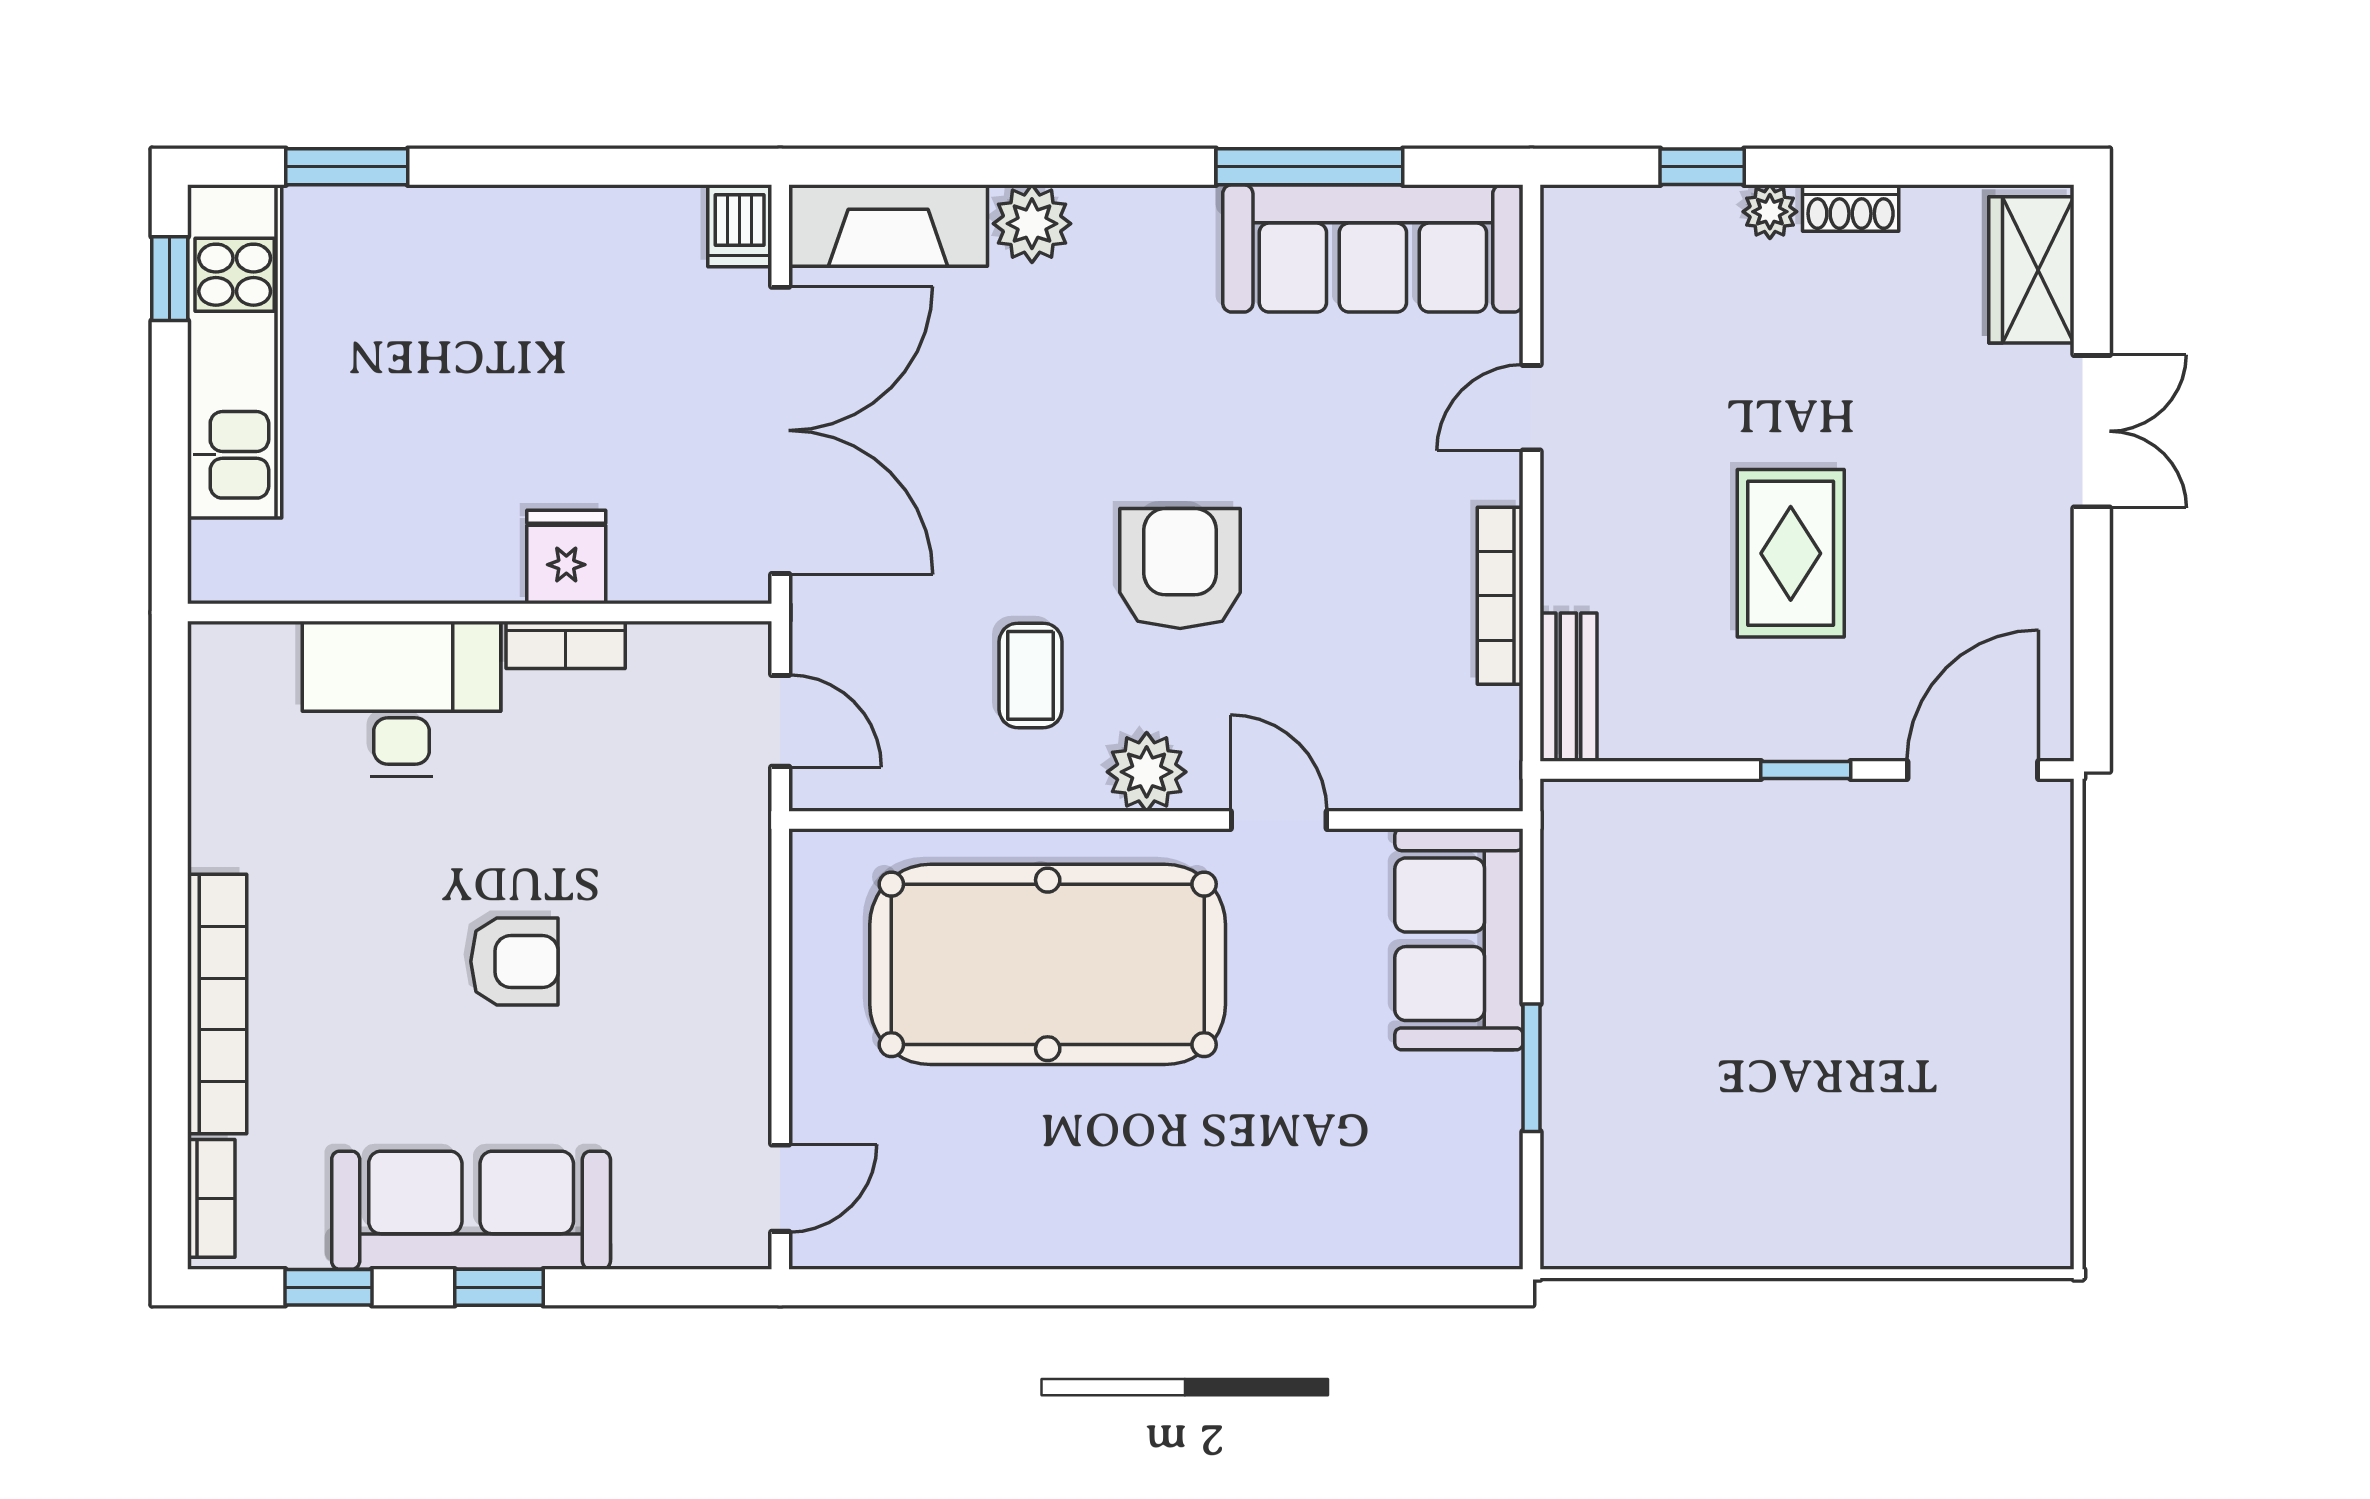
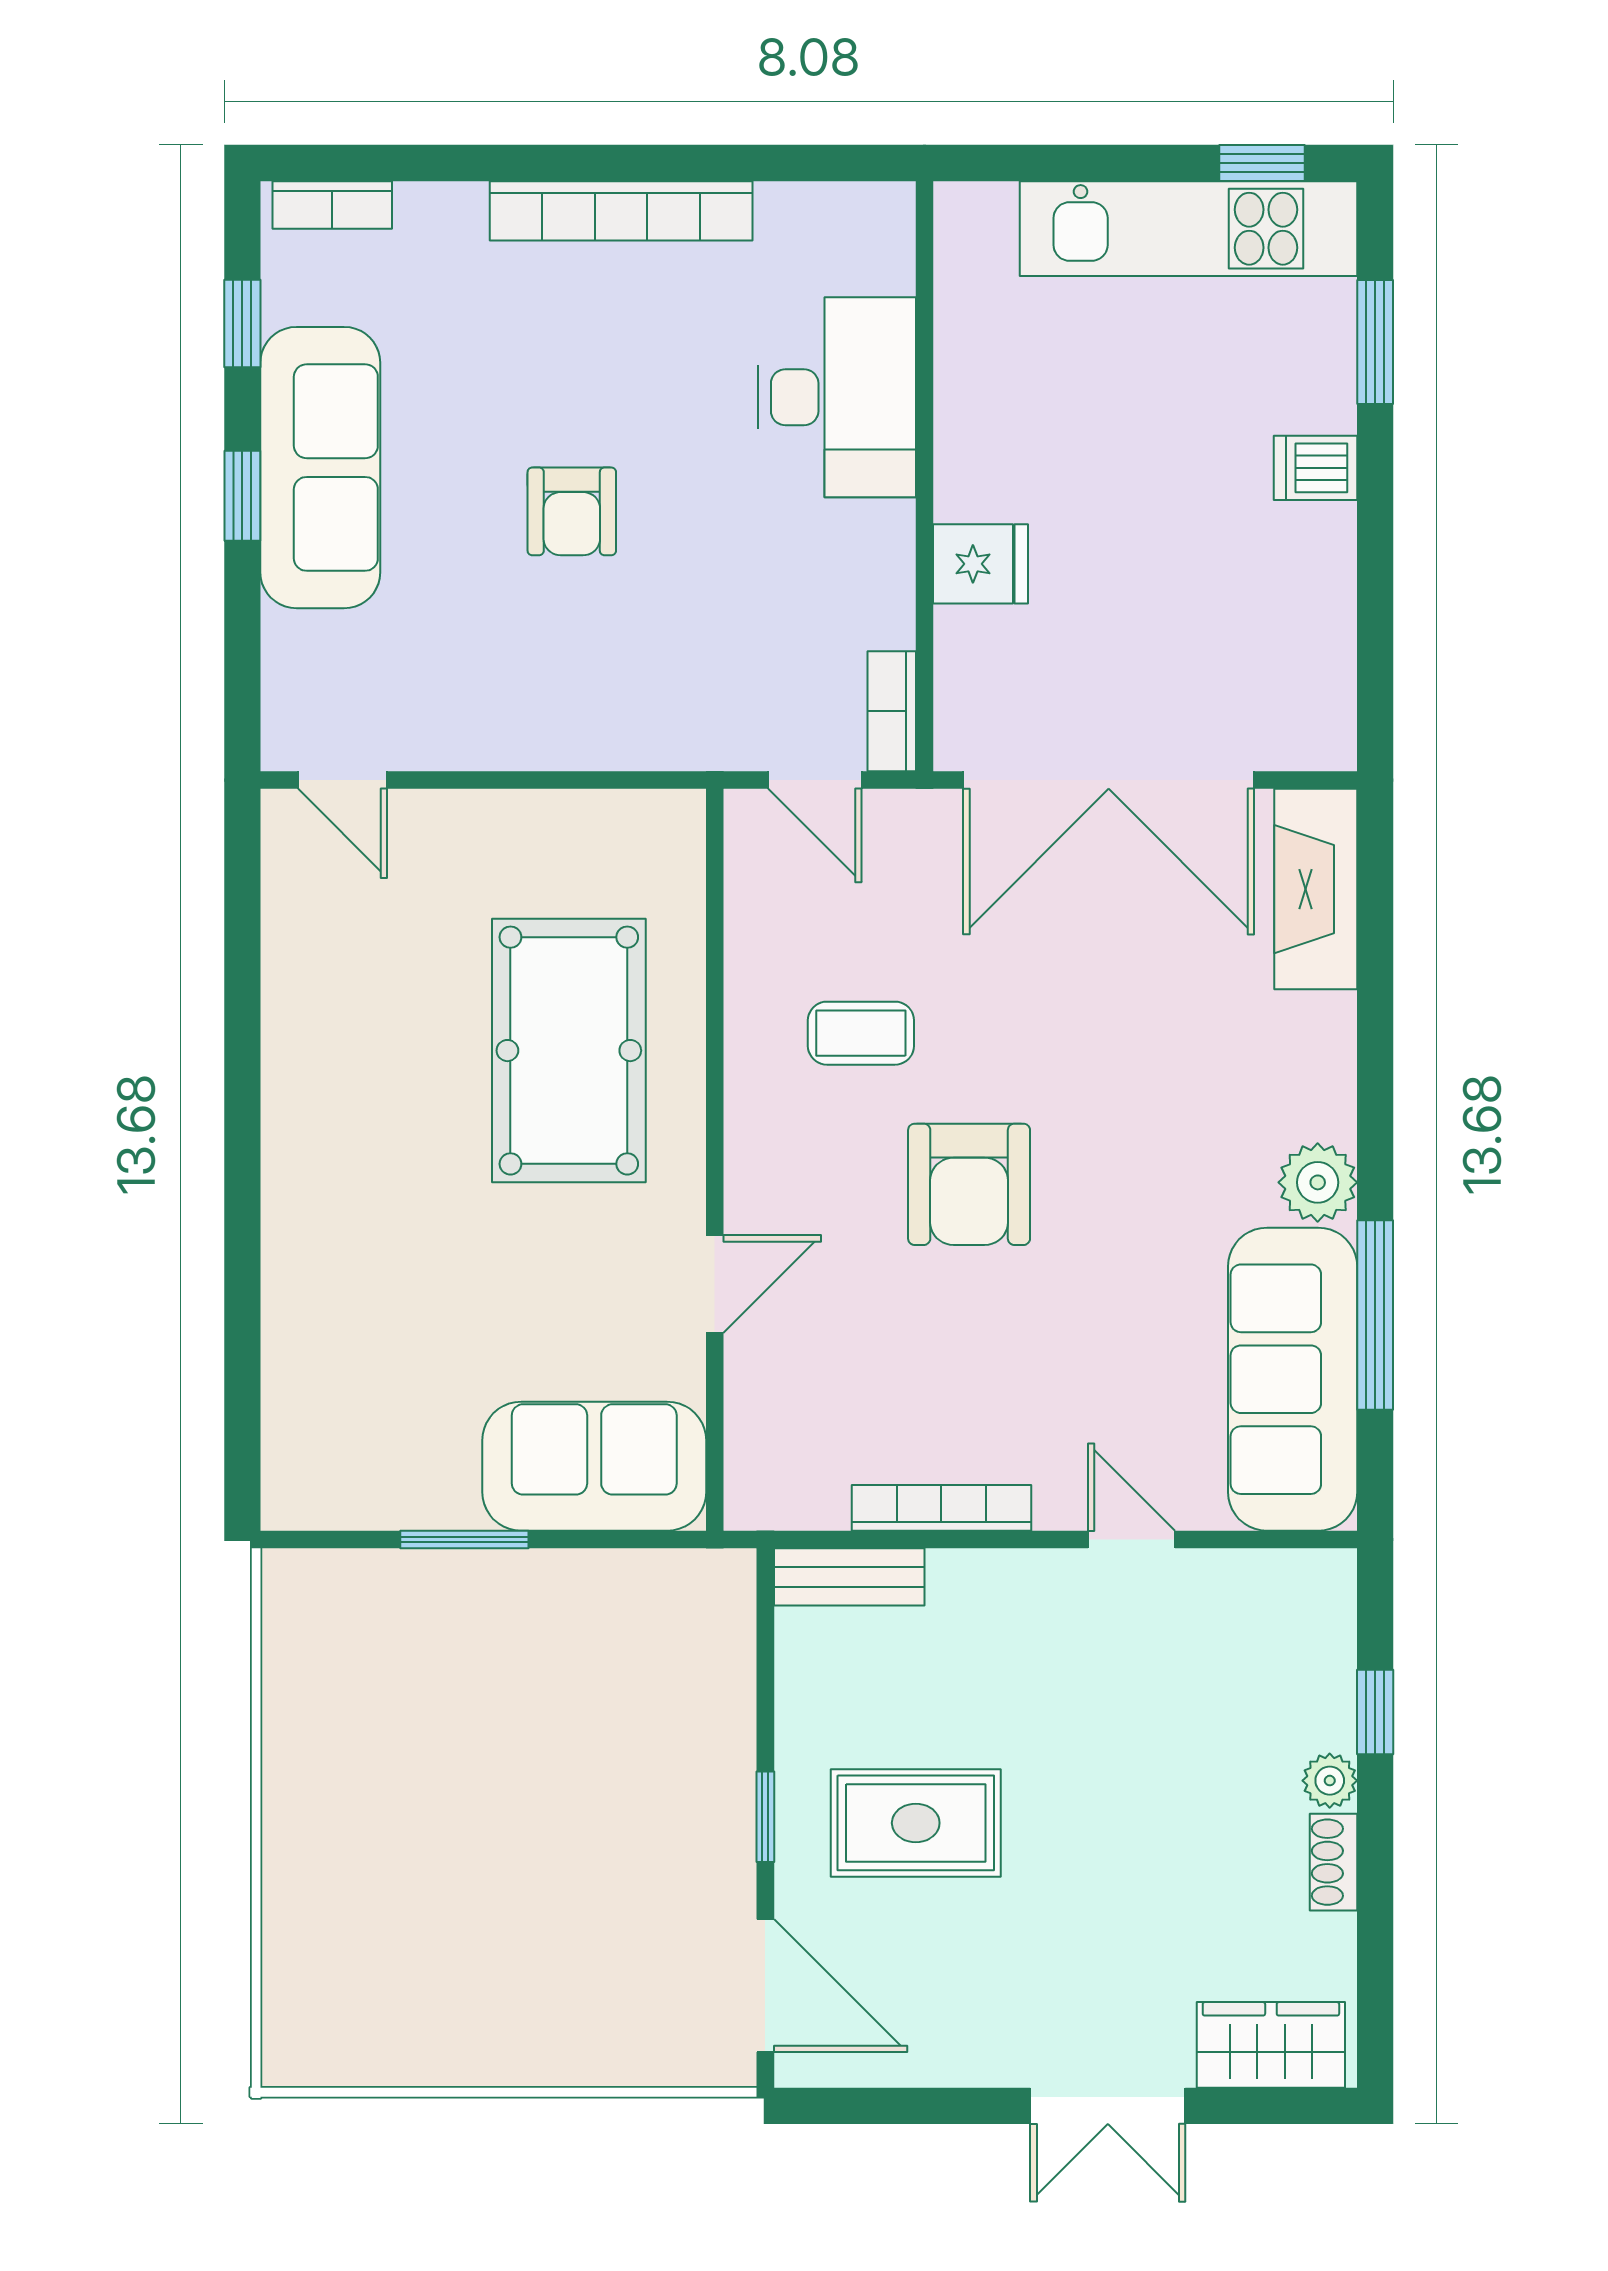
plant: (1032, 224) -> (1318, 1182), moved
dishwasher: (740, 226) -> (1315, 468), moved
rug: (1791, 553) -> (916, 1823), moved
armchair: (1180, 568) -> (969, 1184), turned 90
bookcase: (566, 645) -> (892, 711), moved
door: (780, 721) -> (815, 780), hinge flipped
plant: (1147, 772) -> (763, 1150), removed
pool table: (1048, 964) -> (569, 1051), width x0.73, depth x0.76
bookcase: (217, 1004) -> (621, 211), moved

